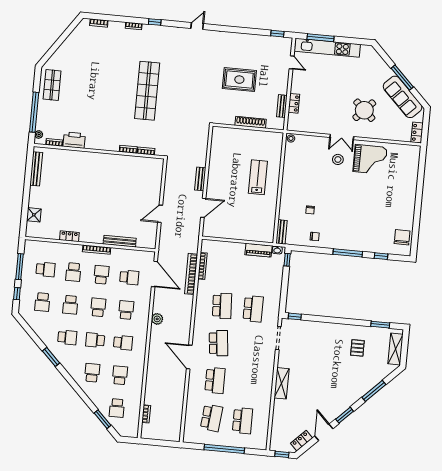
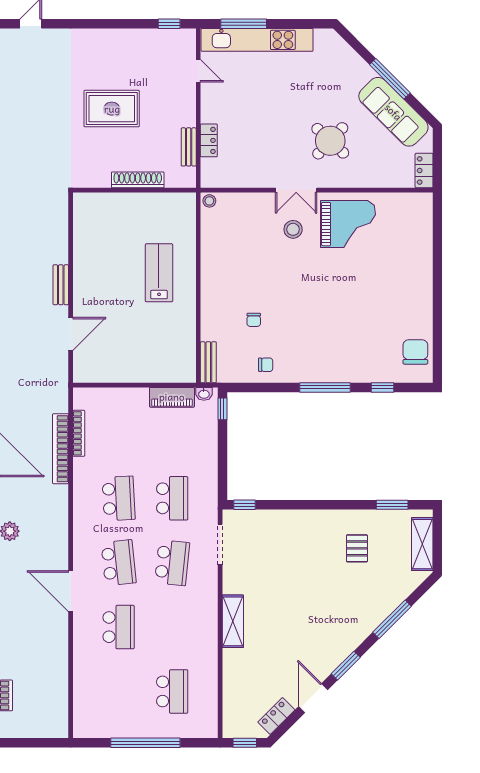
school desk: (211, 418) -> (172, 563), moved

